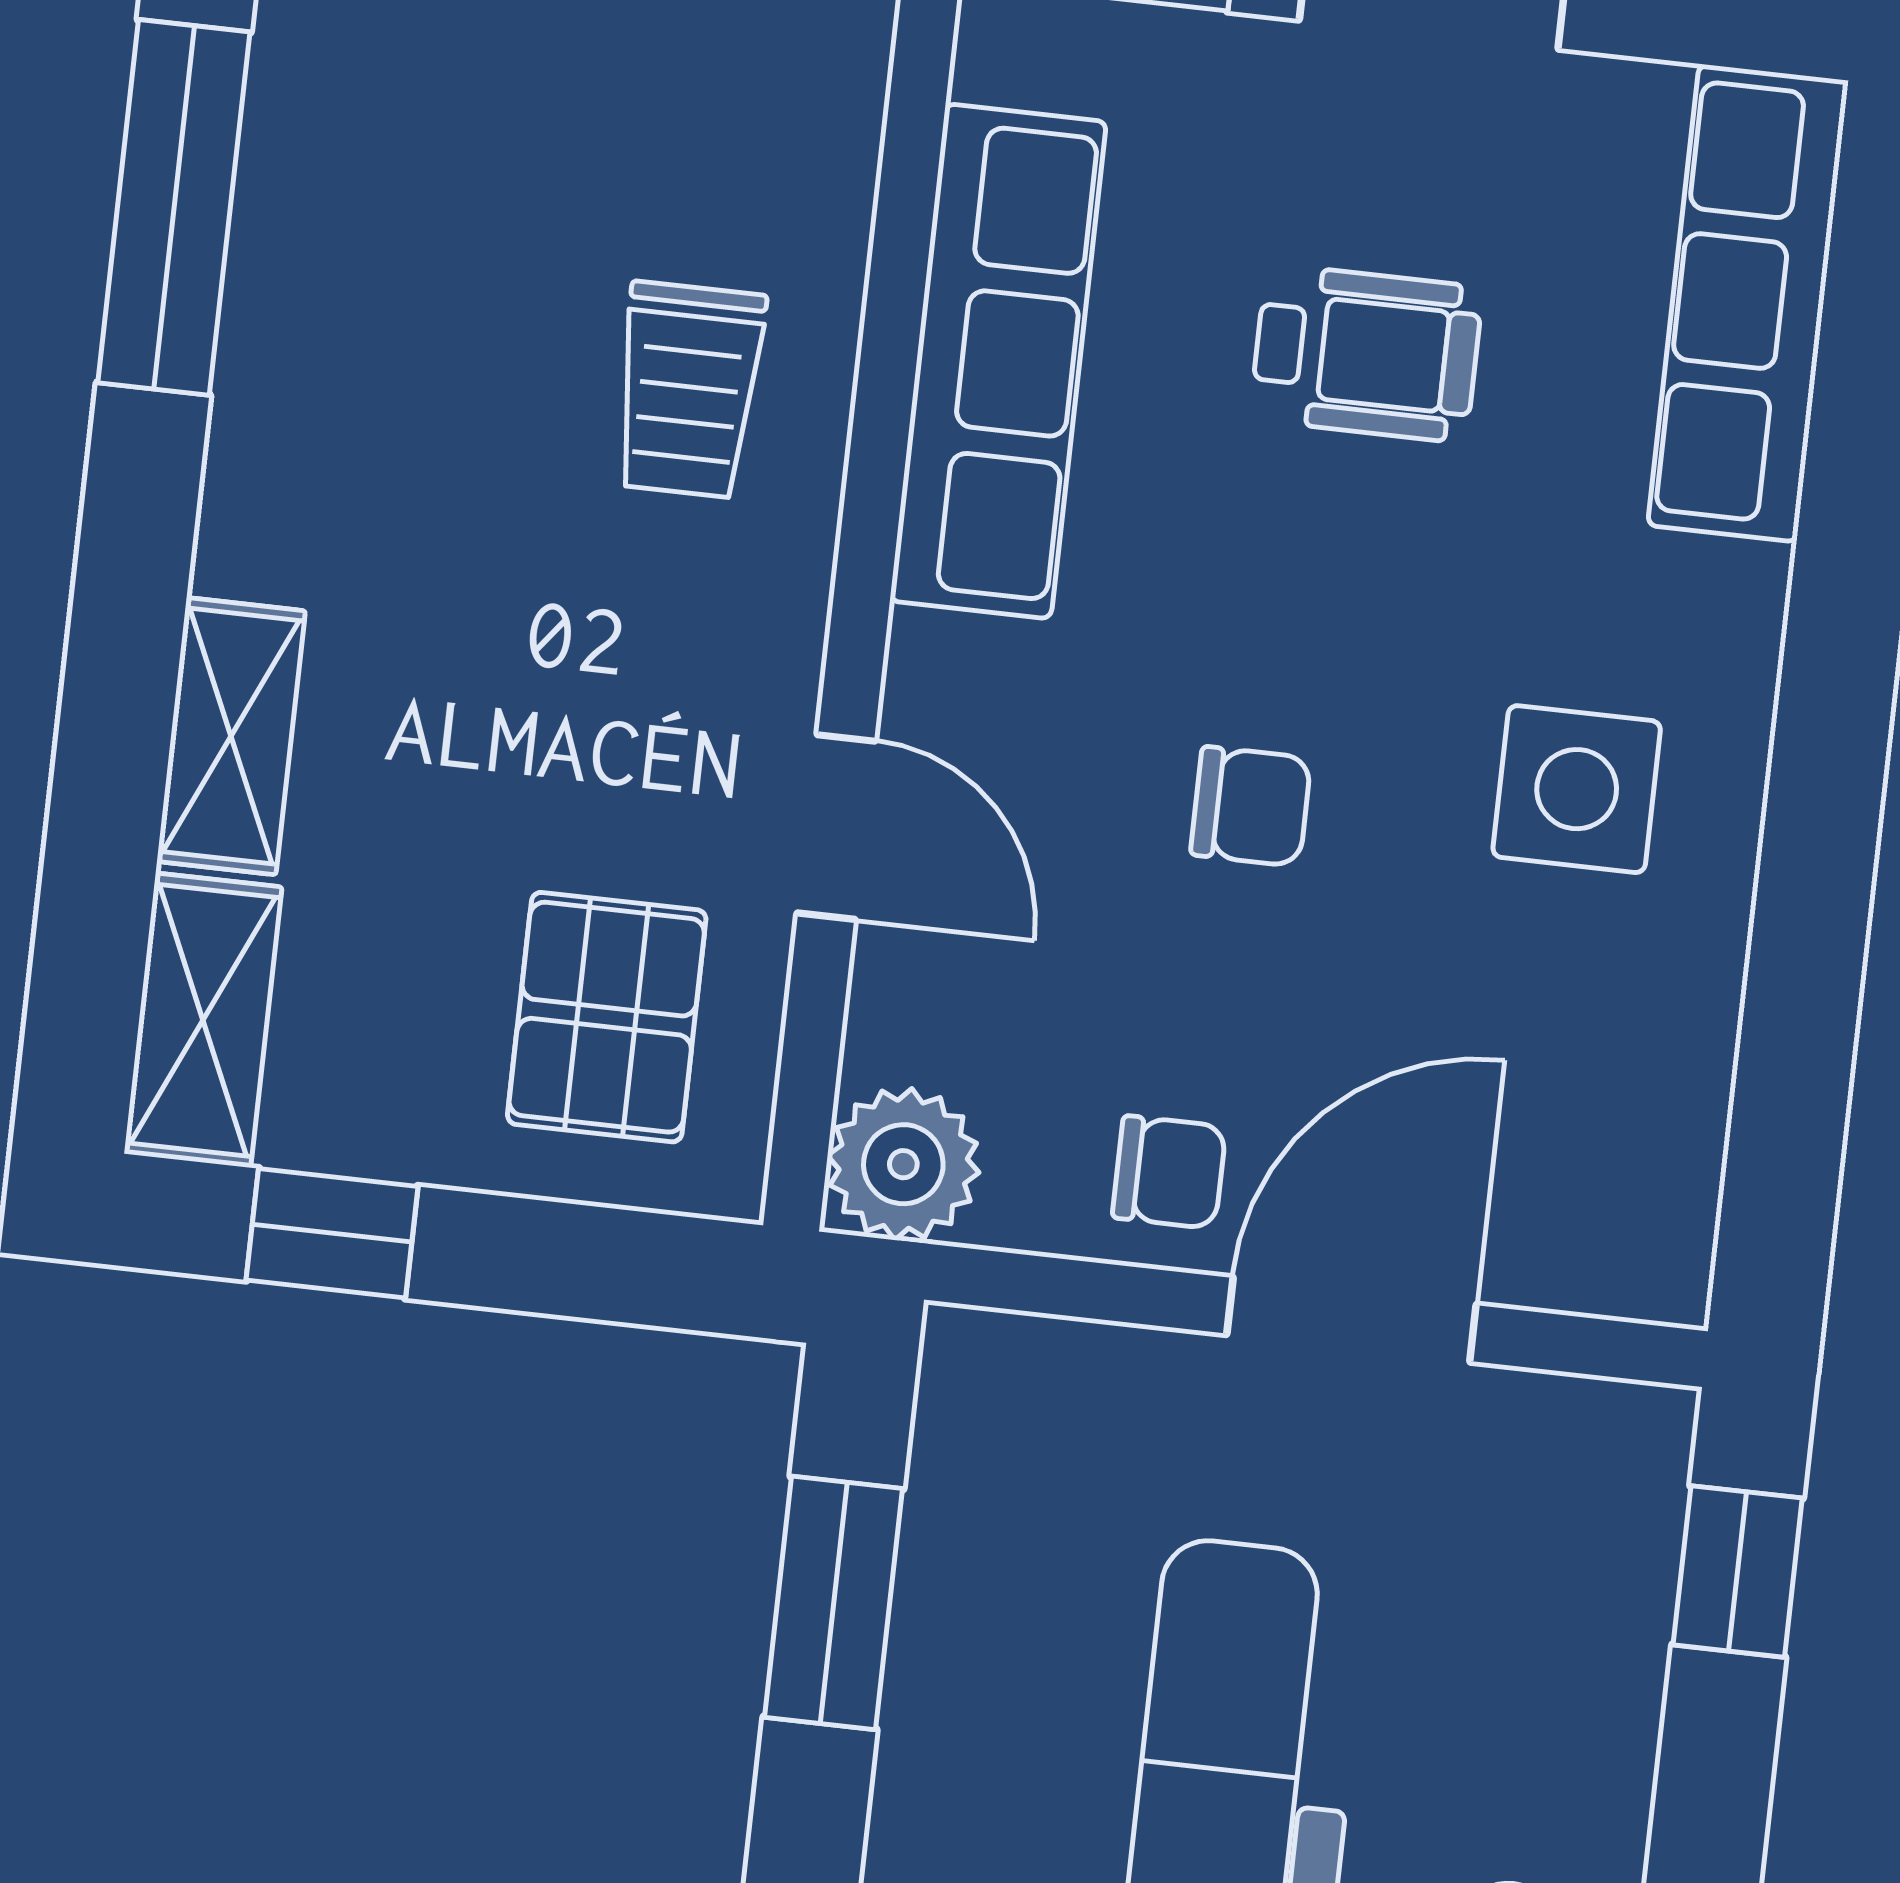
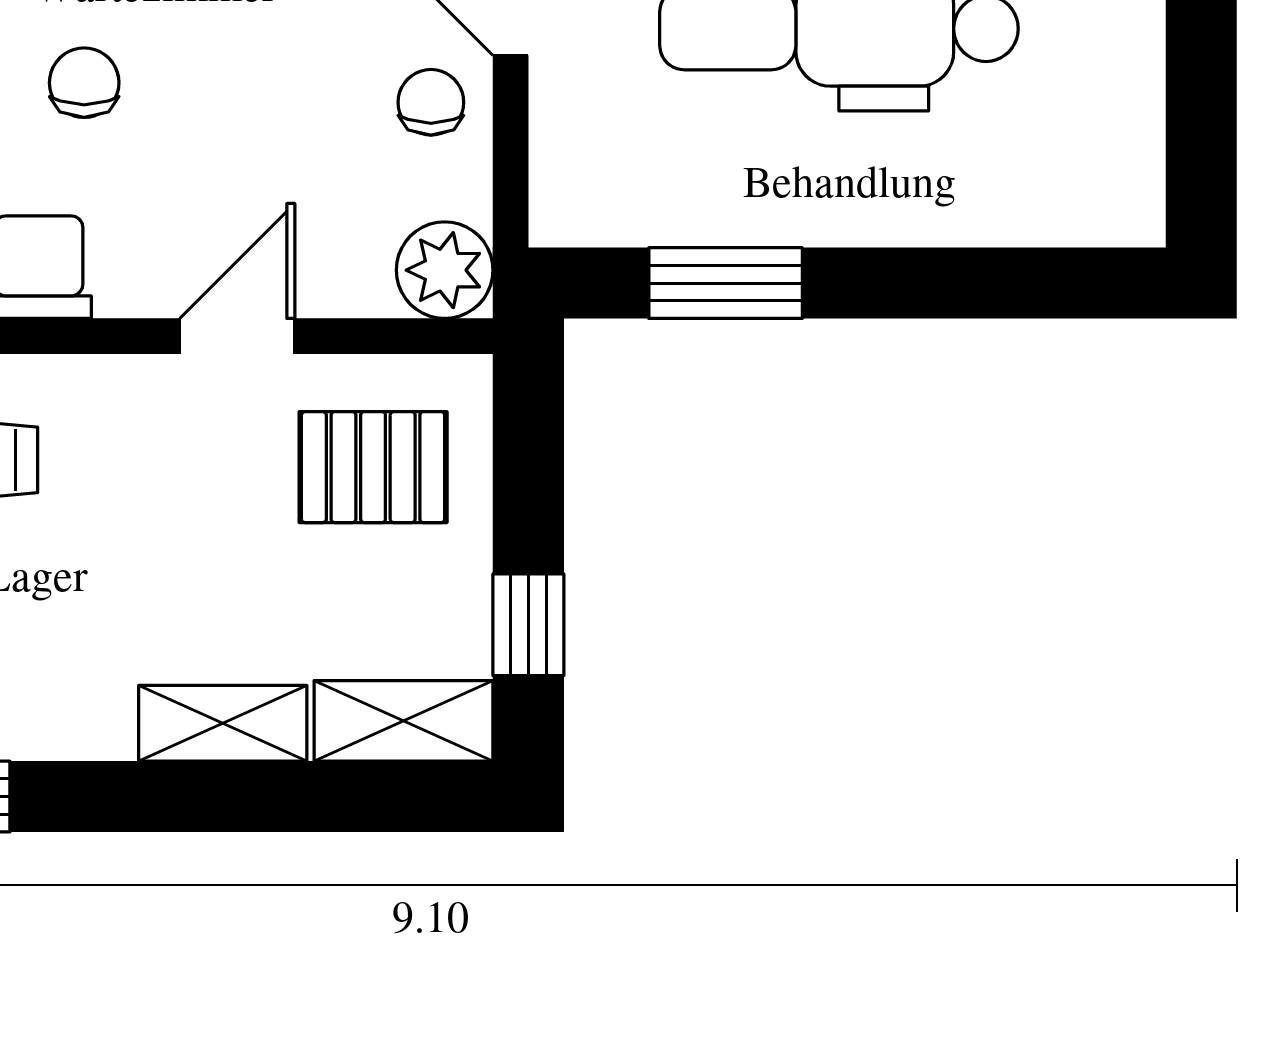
chair: (1251, 806) -> (84, 83), moved

